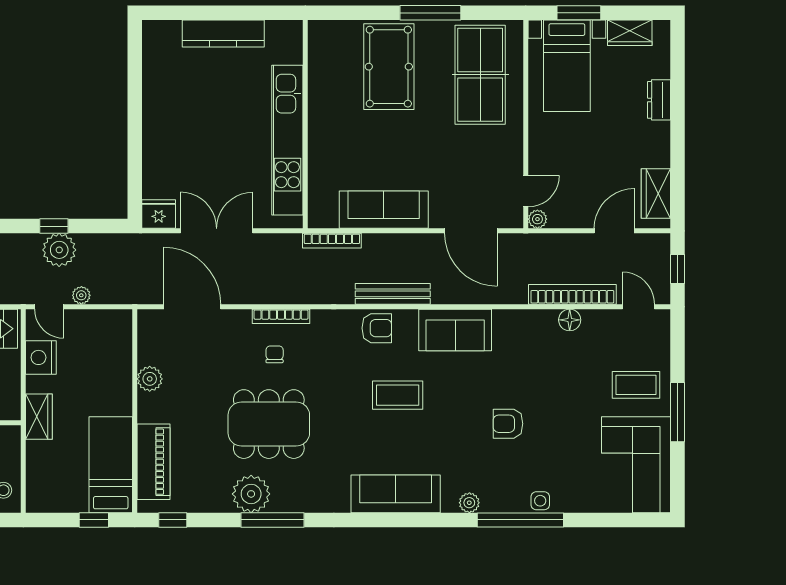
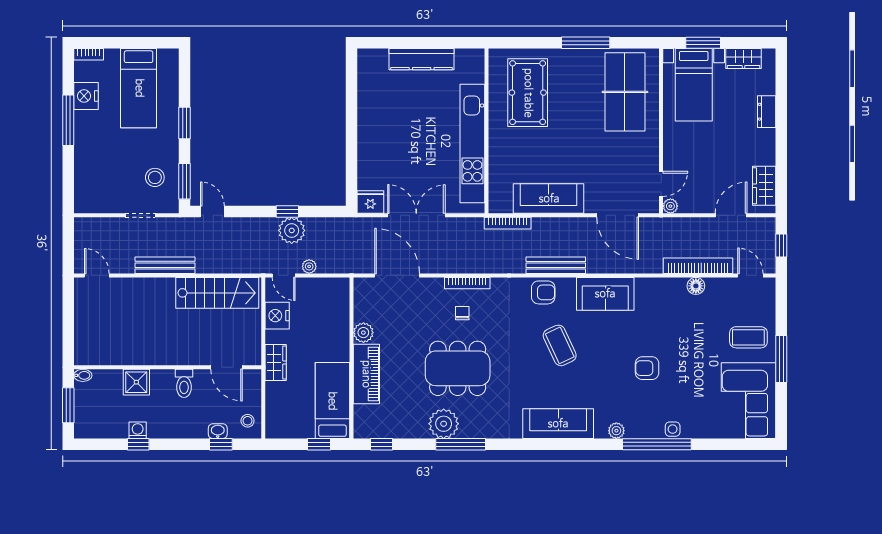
pool table: (389, 67) -> (528, 93), moved
coffee table: (398, 395) -> (560, 345), turned 65
piano: (154, 462) -> (366, 374), moved

